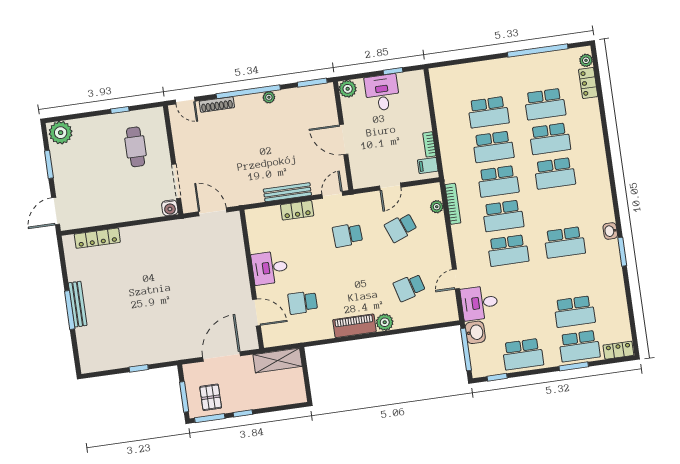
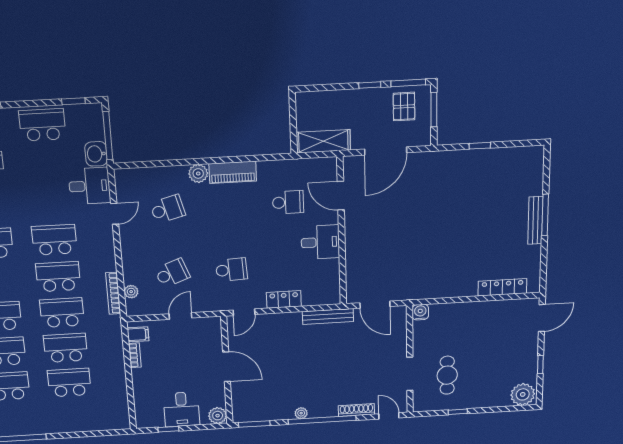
window: (49, 164) -> (540, 365), width x0.67
doorway: (176, 181) -> (410, 374), moved
bench: (287, 192) -> (328, 316), moved

